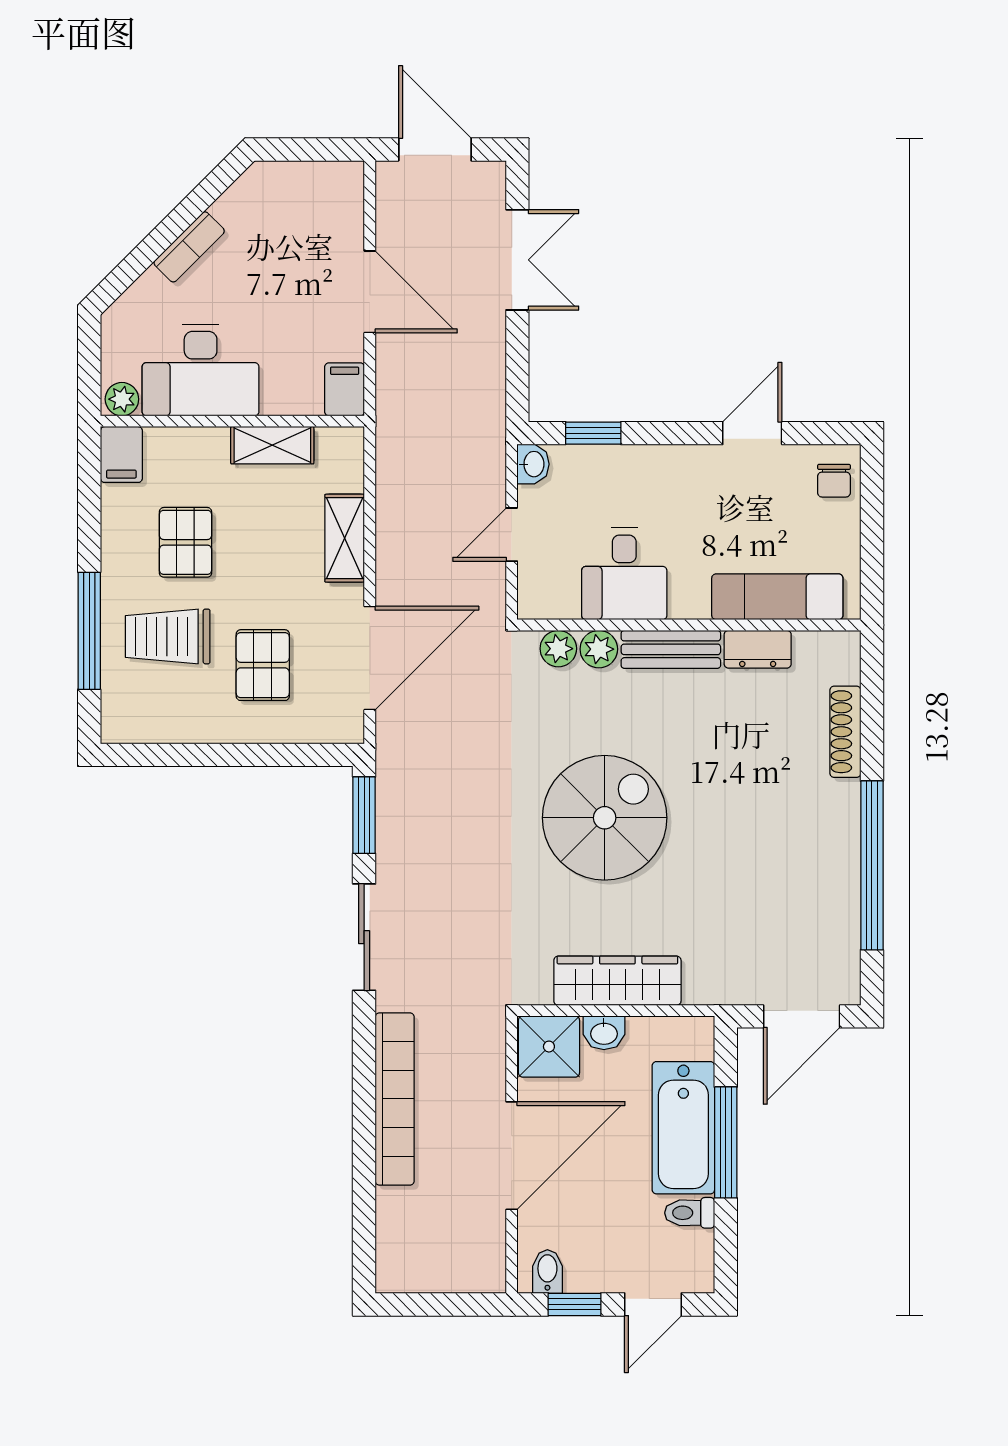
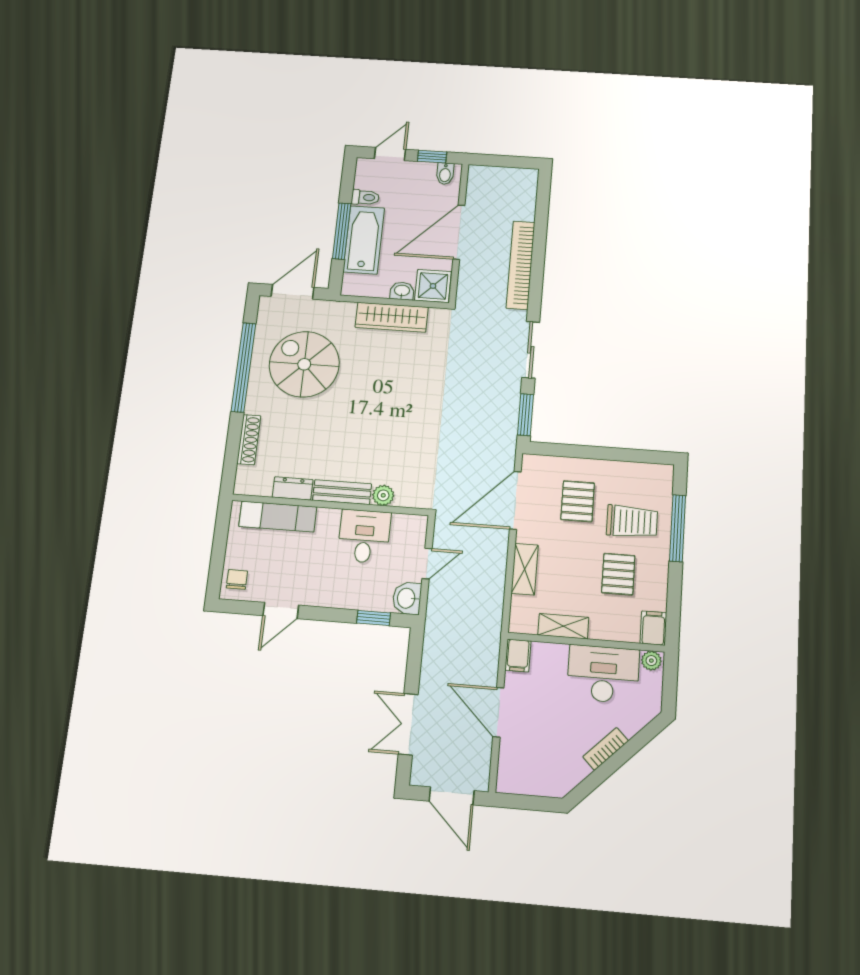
washbasin: (533, 464) -> (407, 598), width x1.38, depth x1.45
plant: (558, 649) -> (406, 497), removed
spiral stairs: (605, 818) -> (304, 364), moved, turned 90

